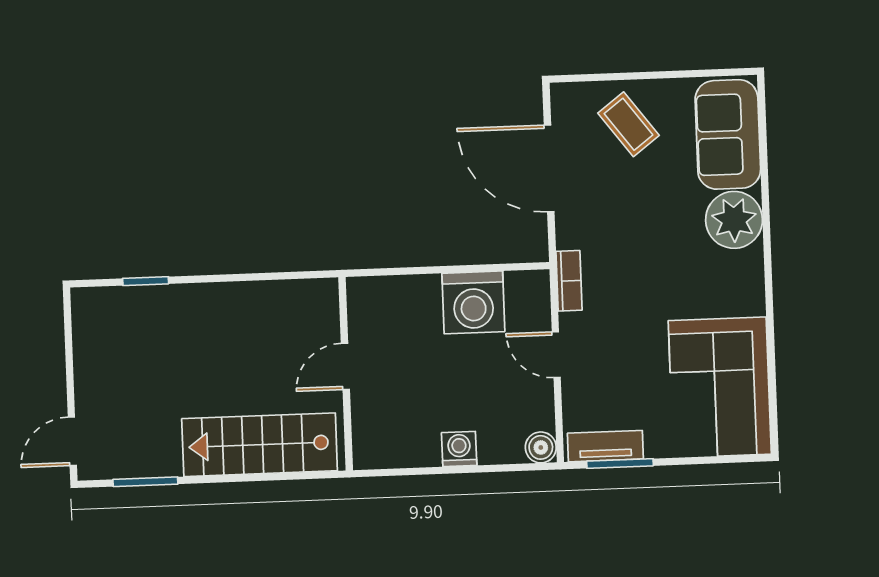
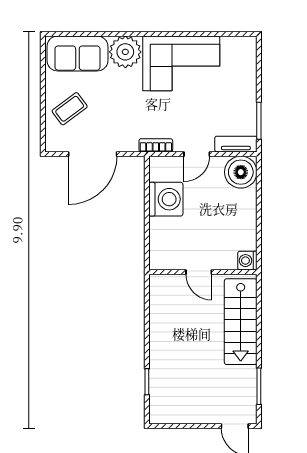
corner sofa: (720, 387) -> (181, 63), moved
tv unit: (605, 446) -> (236, 144), moved, turned 90
boiler: (541, 447) -> (241, 172), width x1.86, depth x1.86
washing machine: (459, 449) -> (247, 261), moved

